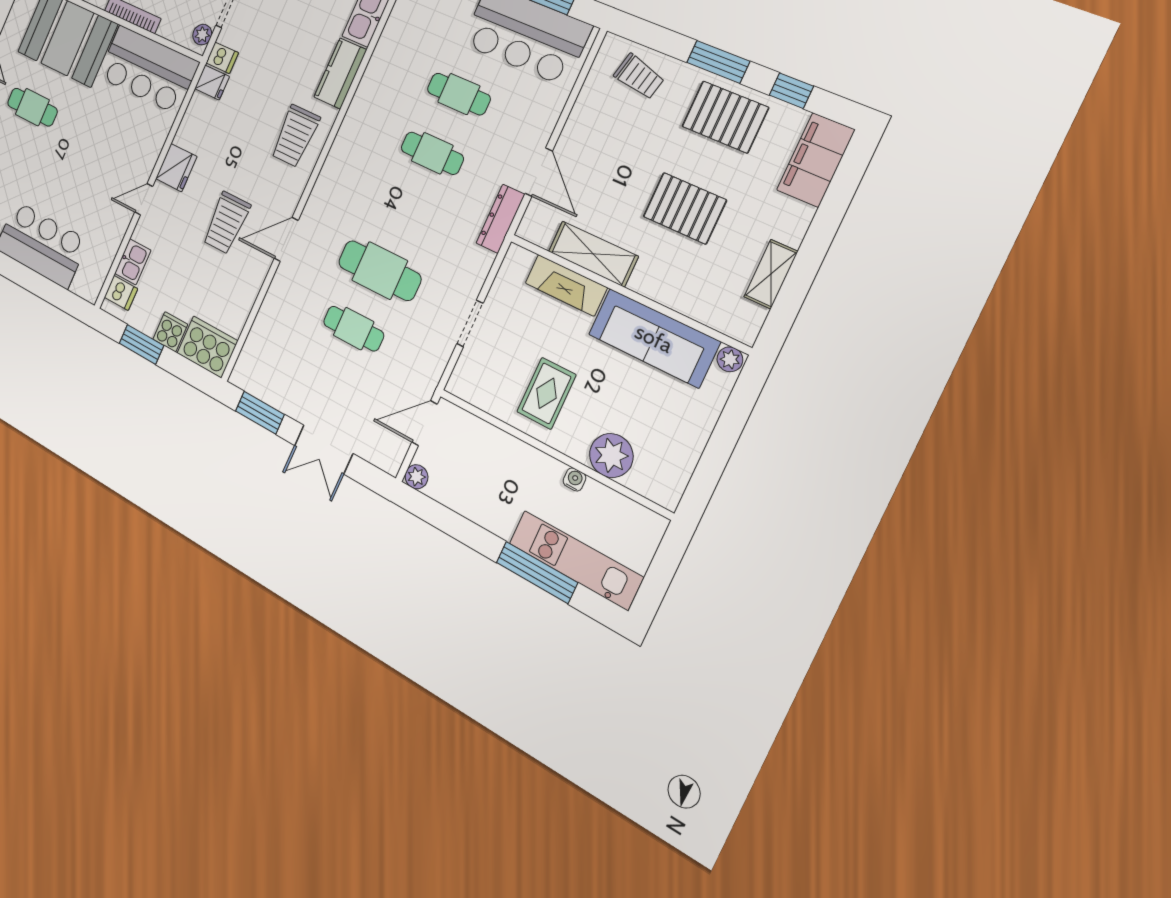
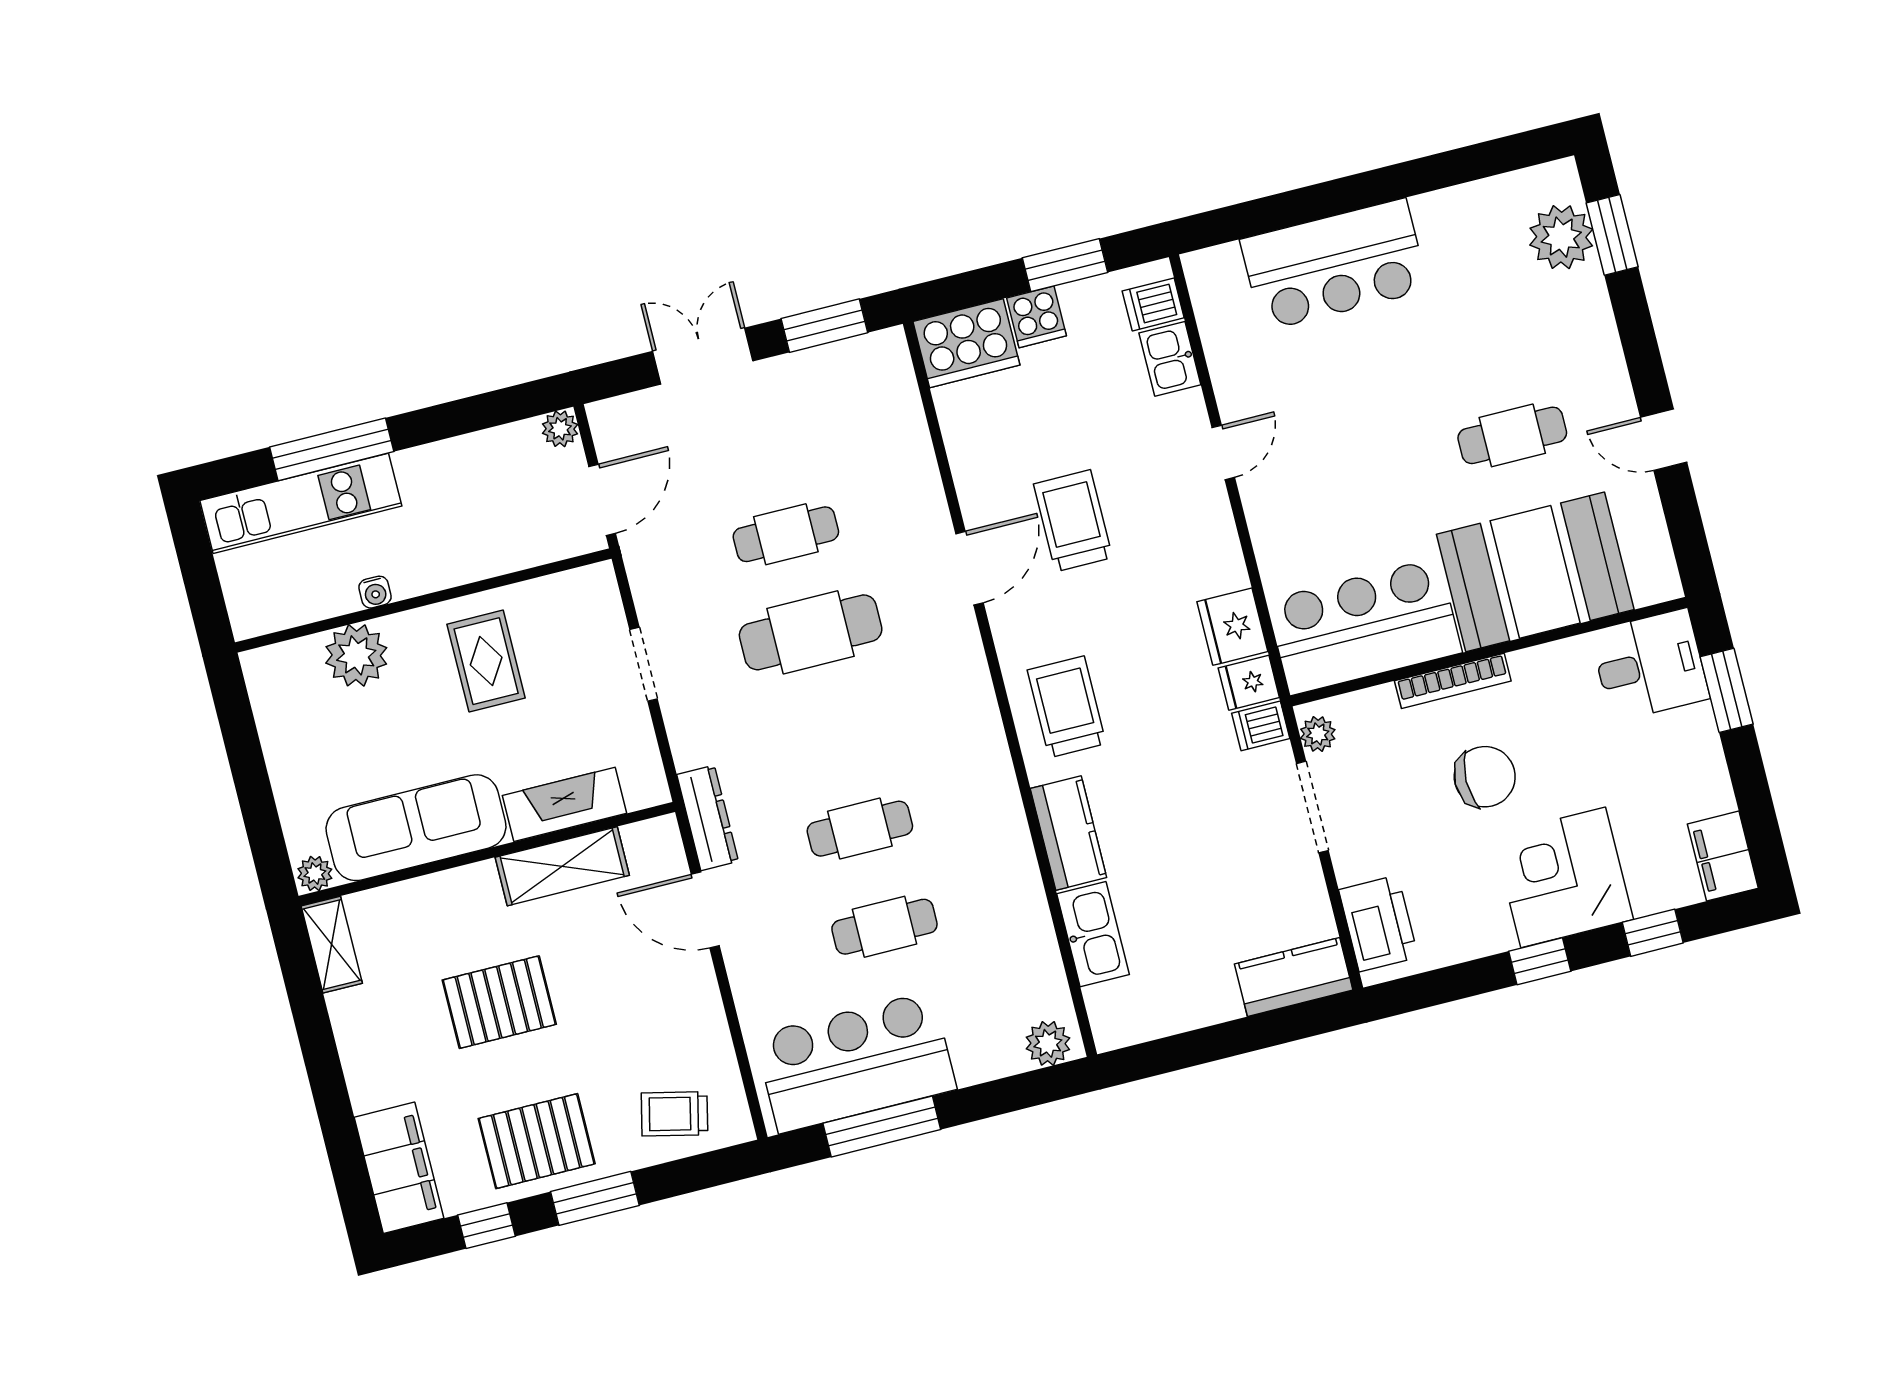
fridge: (176, 168) -> (1232, 627), moved
shelving: (771, 274) -> (332, 945), moved

